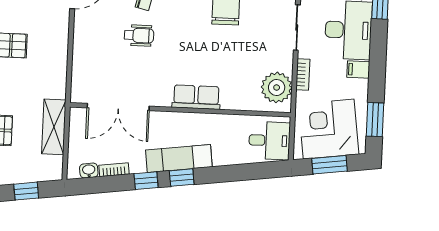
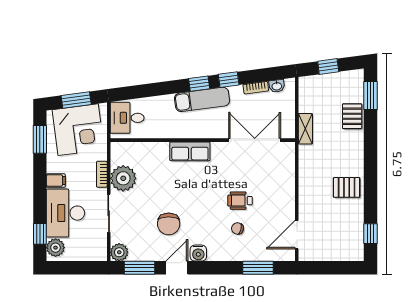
plant: (277, 87) -> (123, 178), moved
shelving: (54, 127) -> (305, 129), width x0.67, depth x0.75

